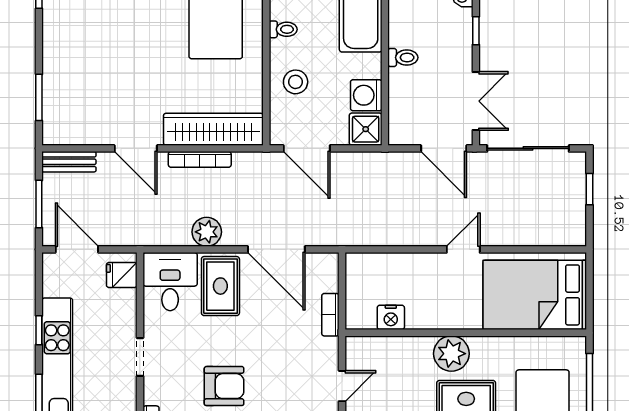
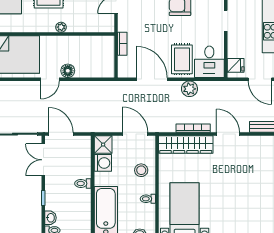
floor lamp: (431, 265) -> (68, 71), added
nightstand: (391, 317) -> (89, 42), removed
plant: (451, 354) -> (61, 27), width x0.53, depth x0.53

